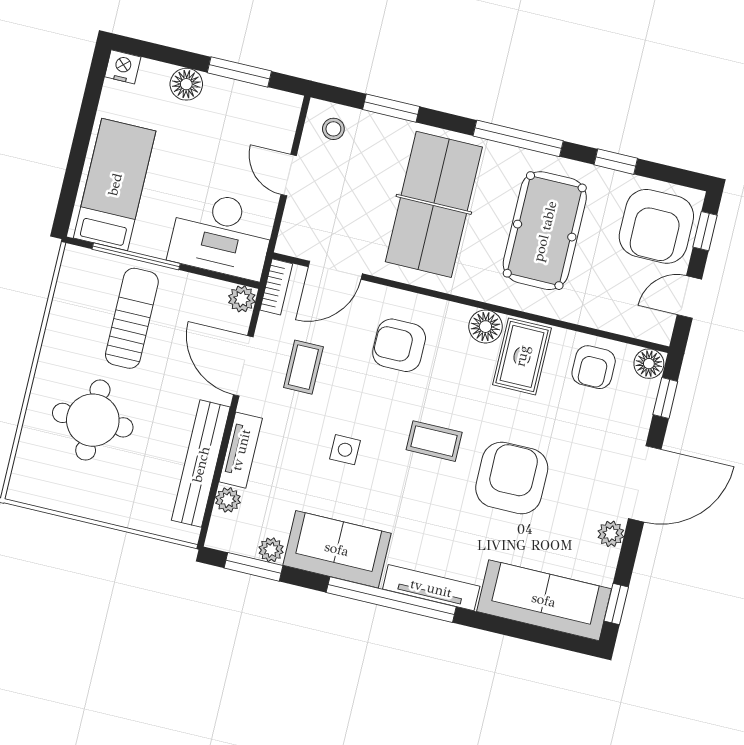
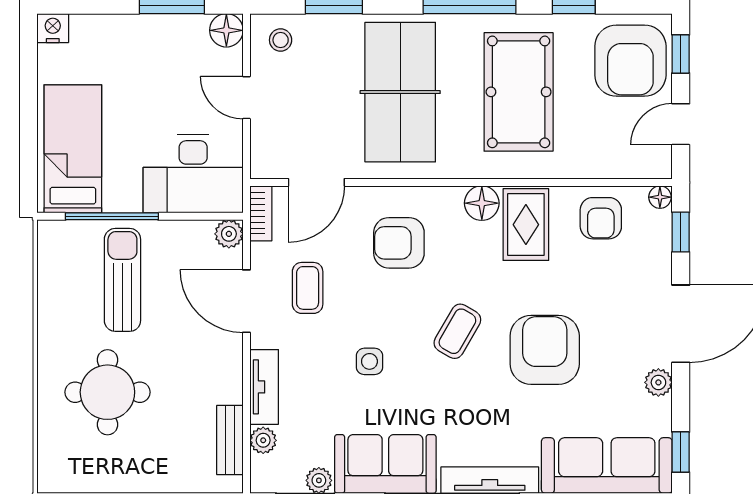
floor lamp: (186, 84) -> (226, 30), moved
floor lamp: (649, 364) -> (660, 197), width x0.73, depth x0.73
coffee table: (434, 441) -> (457, 331), turned -60
bench: (201, 464) -> (230, 440), width x0.54, depth x0.82

